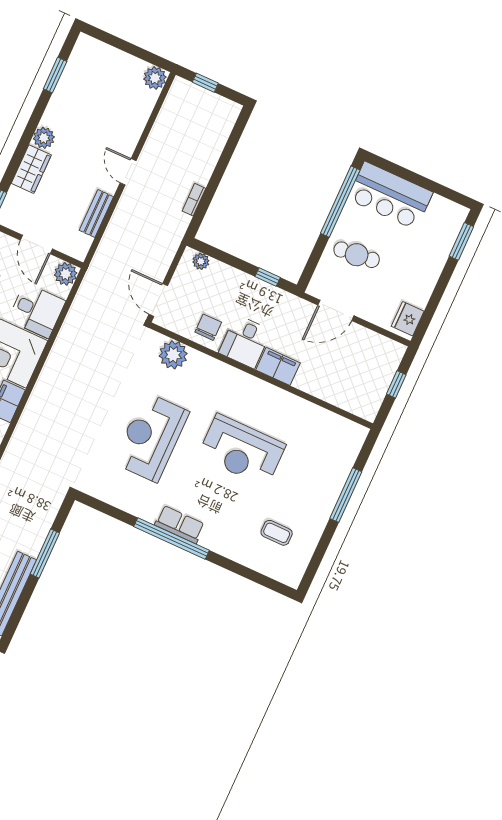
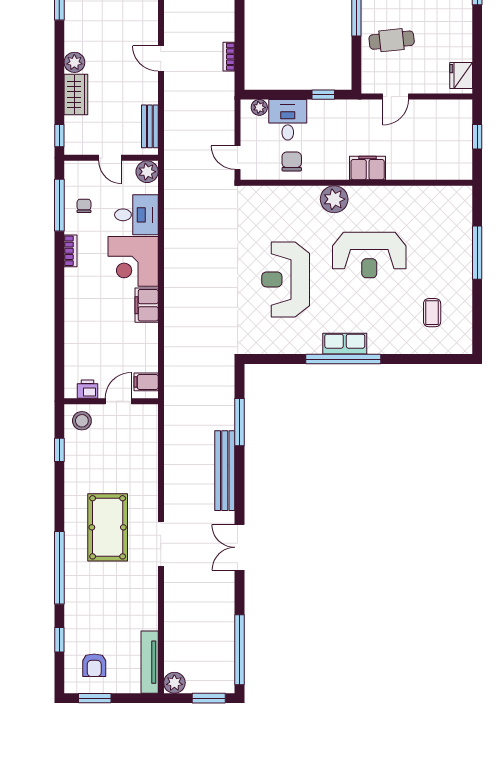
bench: (96, 213) -> (150, 126), moved
door: (36, 245) -> (110, 158), width x0.73
door: (158, 300) -> (238, 158), width x0.73
door: (336, 310) -> (396, 96), width x0.73
desk: (245, 342) -> (288, 120), moved, turned 180
plant: (173, 355) -> (334, 199), moved
coffee table: (277, 533) -> (432, 313), turned 90

